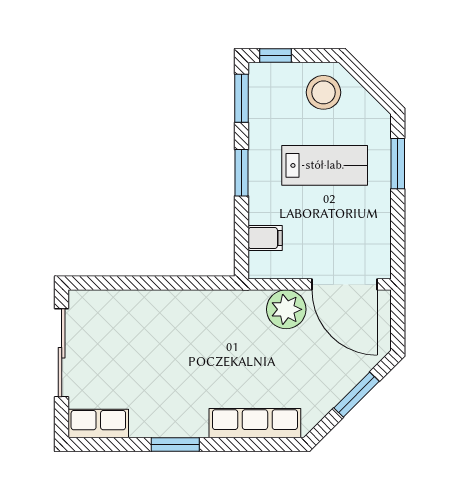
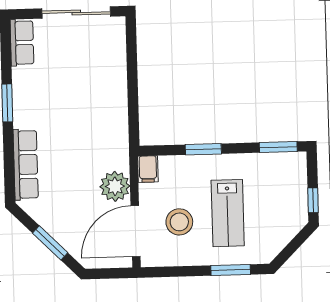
window: (276, 55) -> (313, 200), moved
stool: (324, 92) -> (179, 222), moved
window: (242, 173) -> (203, 149), moved
filing cabinet: (265, 238) -> (148, 169), moved

